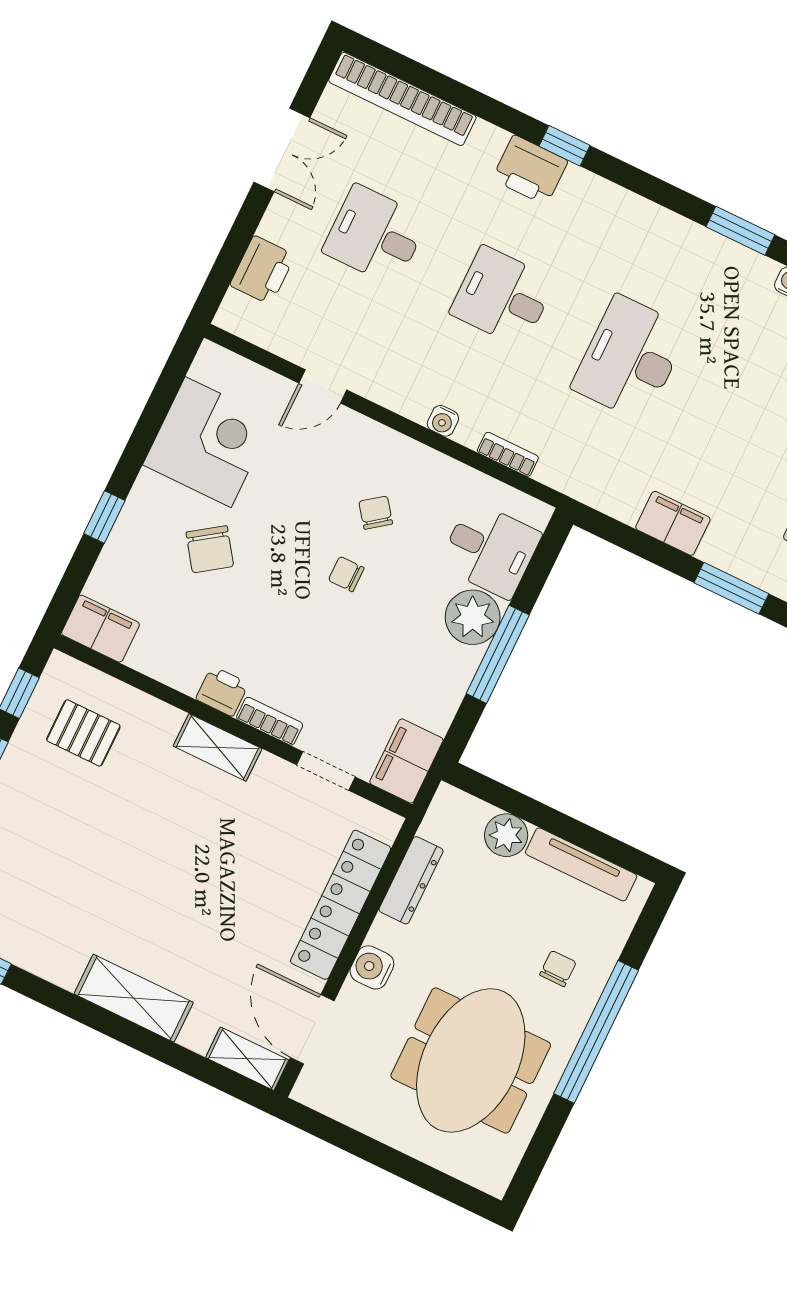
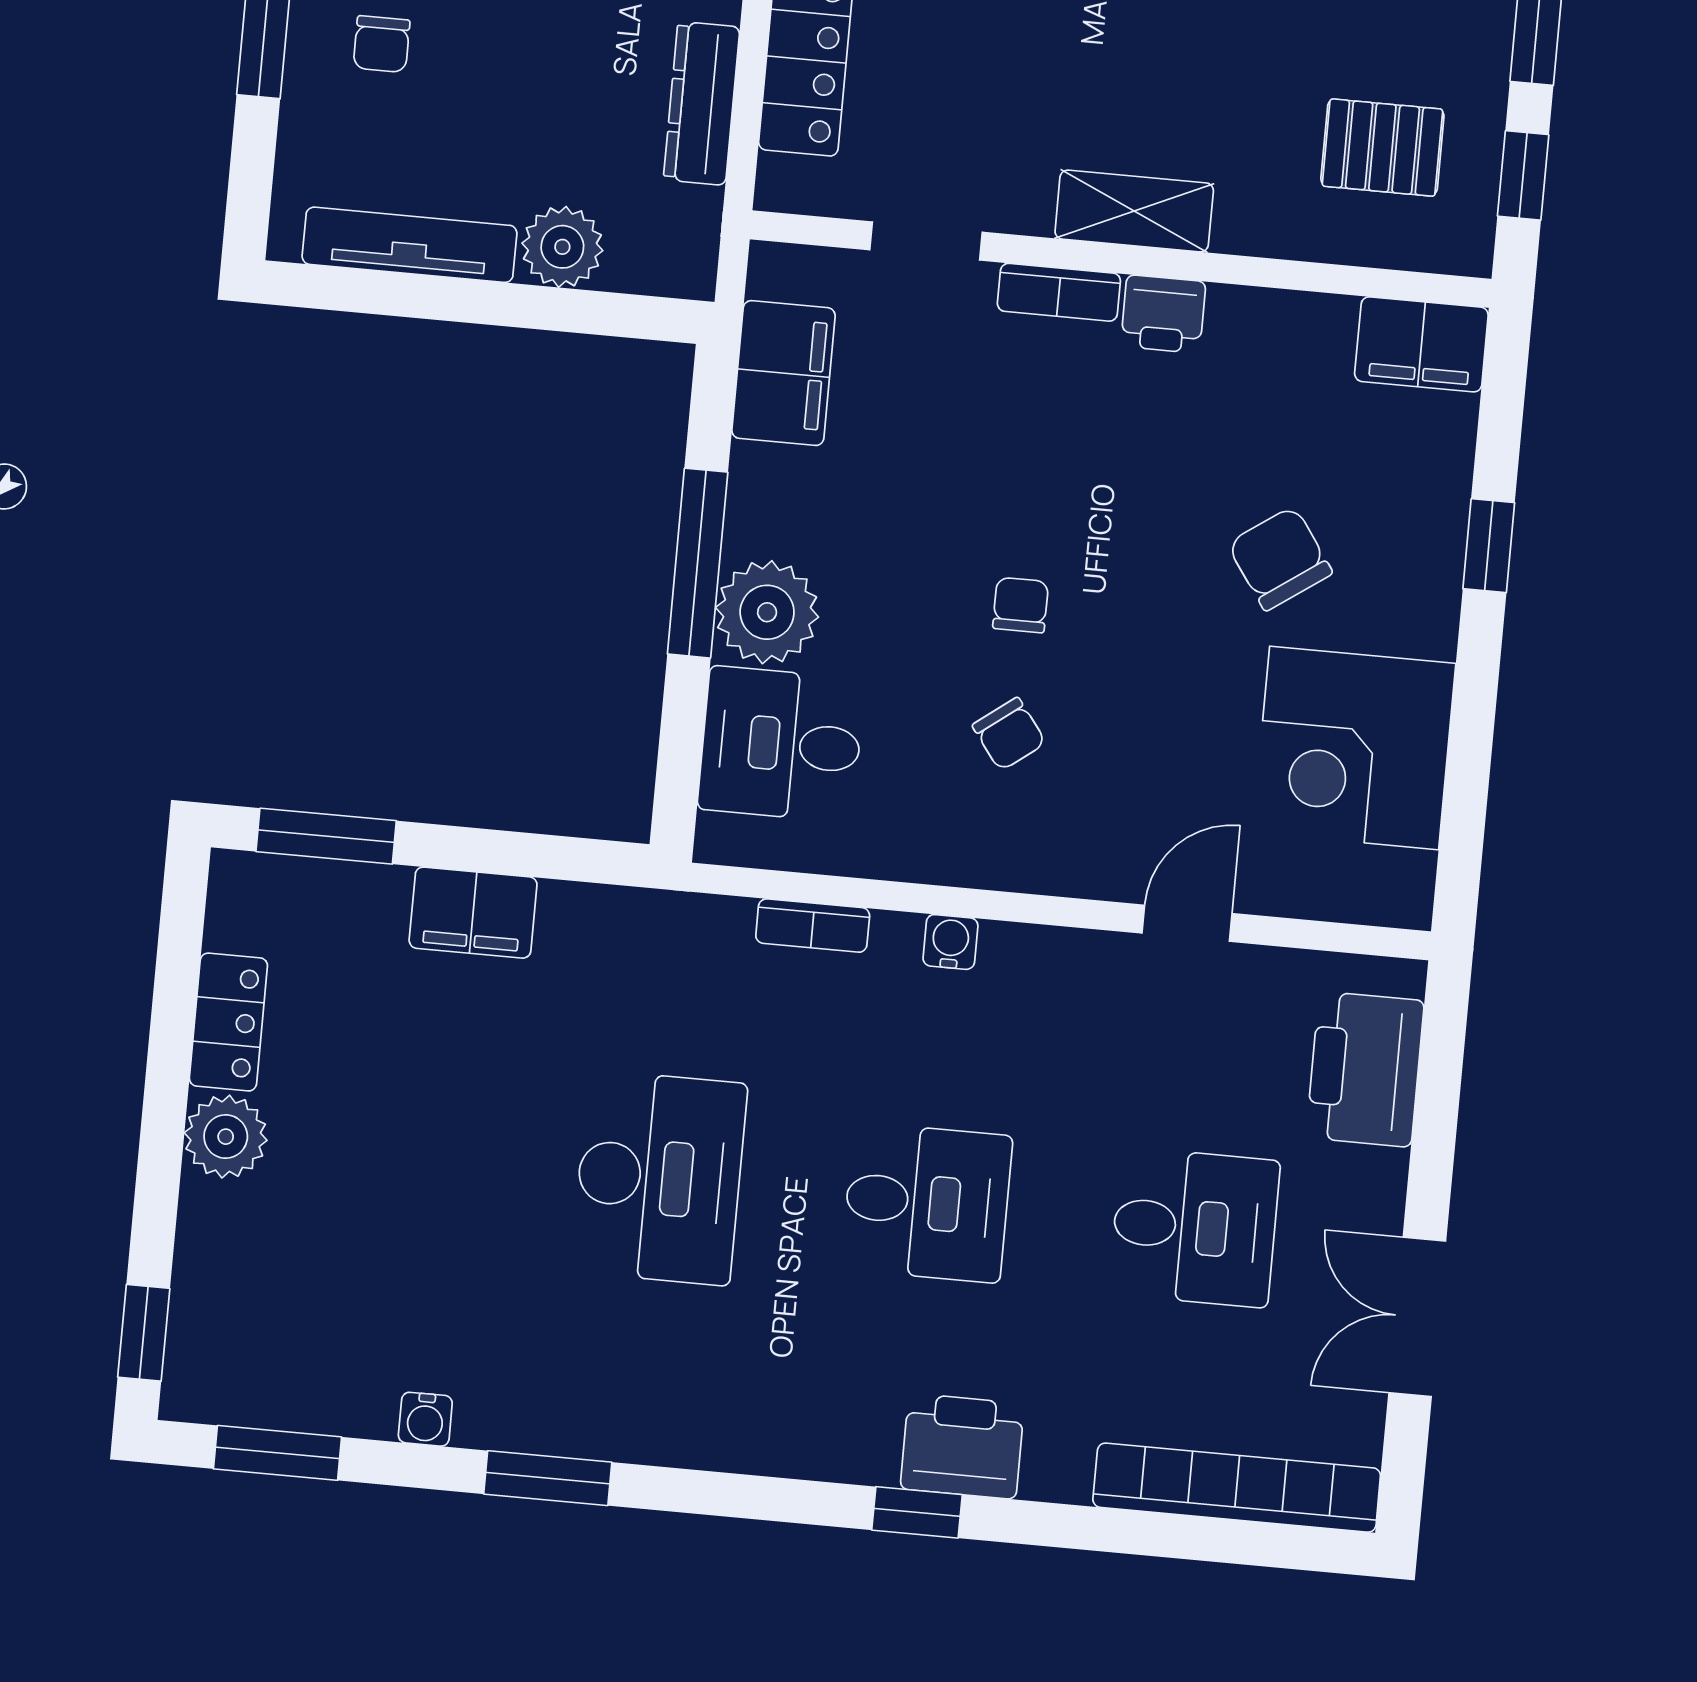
printer: (262, 270) -> (1365, 1069), width x1.37, depth x1.19
chair: (346, 574) -> (1021, 605), turned -90
filing cabinet: (406, 761) -> (783, 373), moved

